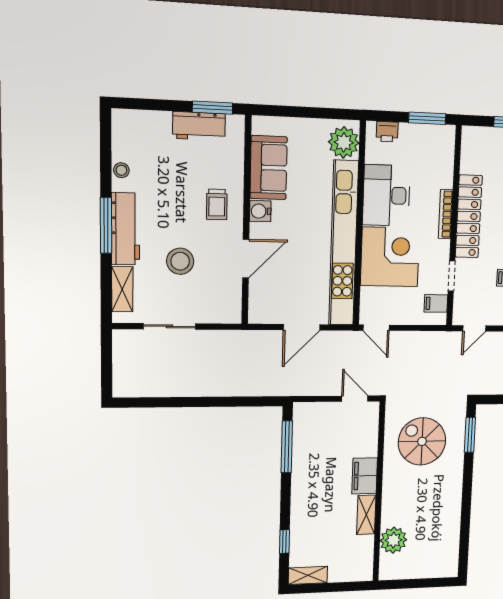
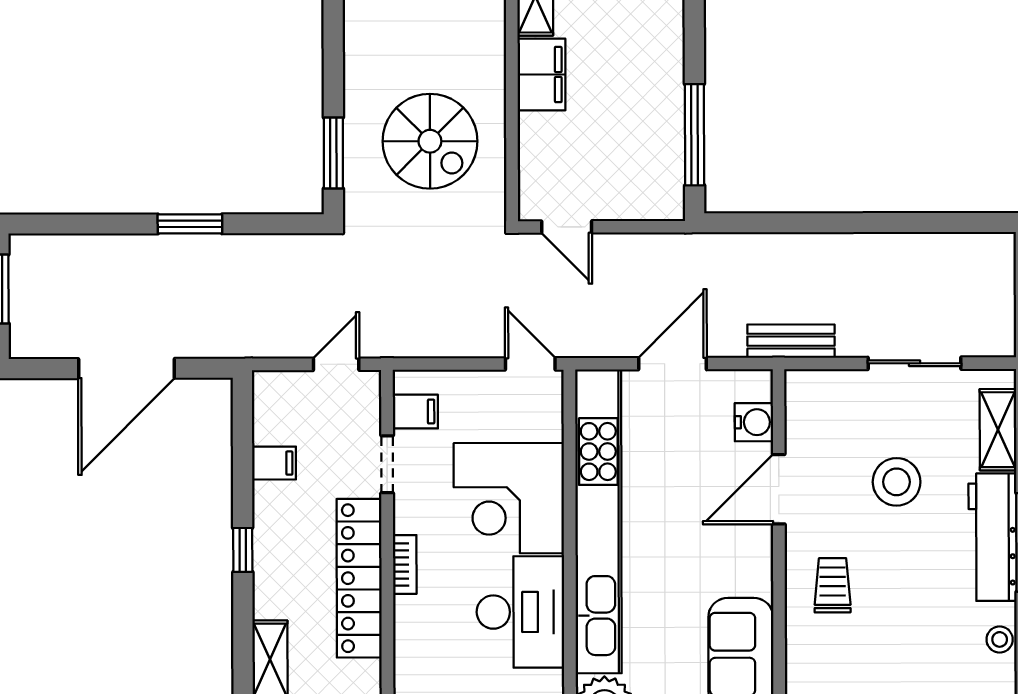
water cooler: (260, 211) -> (754, 422), moved
bookcase: (446, 214) -> (405, 565), width x0.64
bench: (238, 339) -> (791, 341), added

